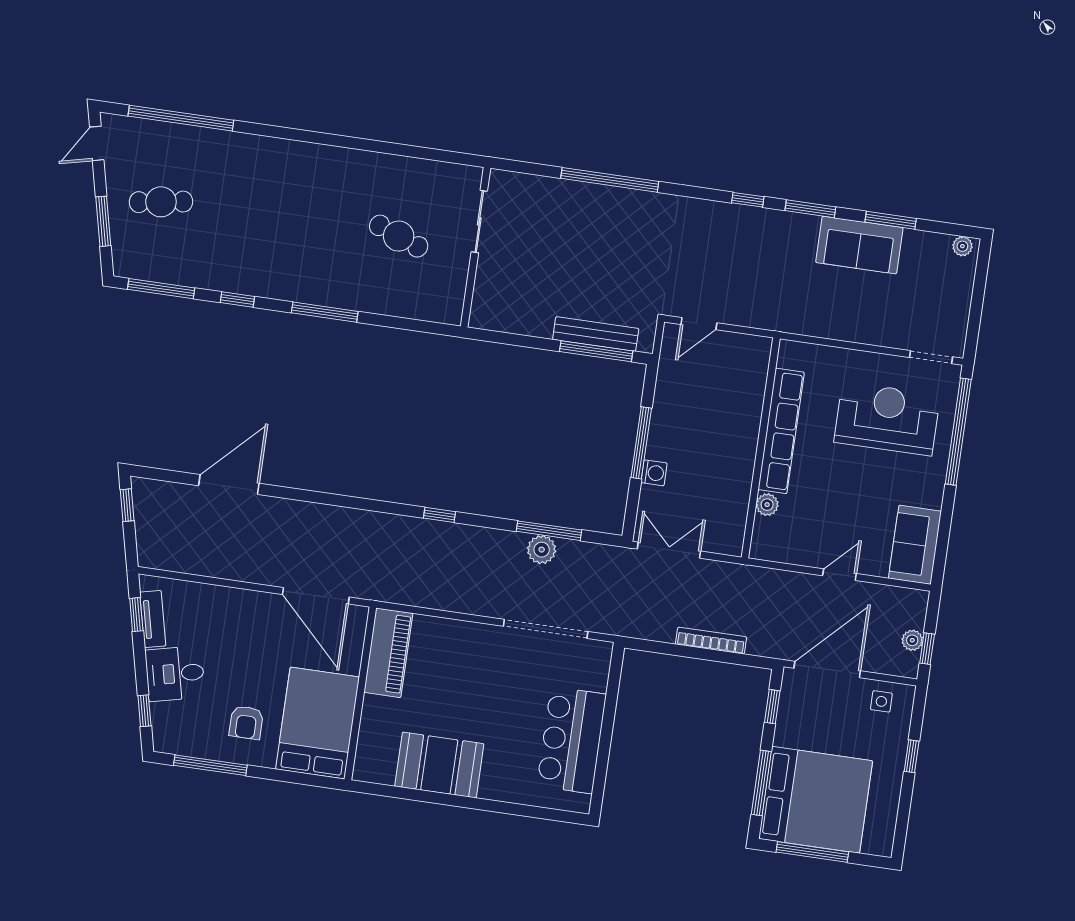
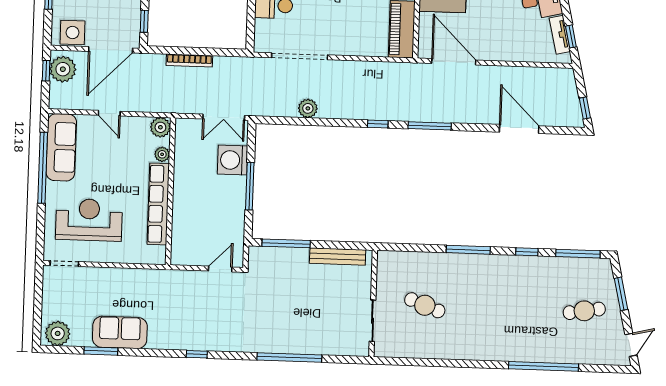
window: (181, 118) -> (543, 366), moved
window: (810, 209) -> (155, 353), removed
plant: (962, 246) -> (58, 333), width x1.88, depth x1.88
bench: (596, 334) -> (338, 257), moved
reception desk: (887, 419) -> (89, 220), turned 180
window: (958, 432) -> (43, 168), moved
washing machine: (654, 473) -> (232, 160), width x1.89, depth x1.89
door: (229, 485) -> (519, 129), swing flipped
window: (549, 531) -> (430, 126), moved
plant: (765, 545) -> (160, 127), added
sofa: (915, 545) -> (61, 147), width x1.36
door: (839, 575) -> (109, 113), hinge flipped
plant: (912, 640) -> (63, 69), width x1.87, depth x1.87
side table: (881, 701) -> (72, 32), width x1.87, depth x1.87

